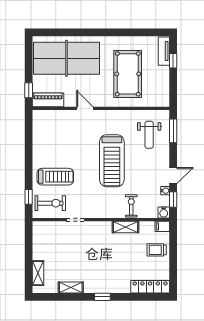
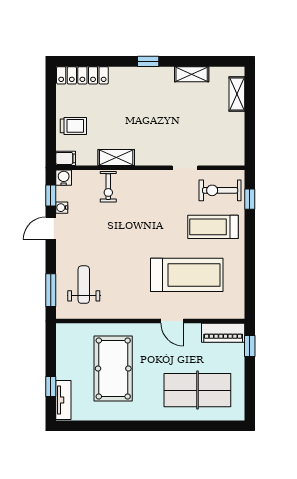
table tennis table: (67, 58) -> (197, 390), width x0.73, depth x0.76
treadmill: (112, 161) -> (187, 275), moved, turned 90

